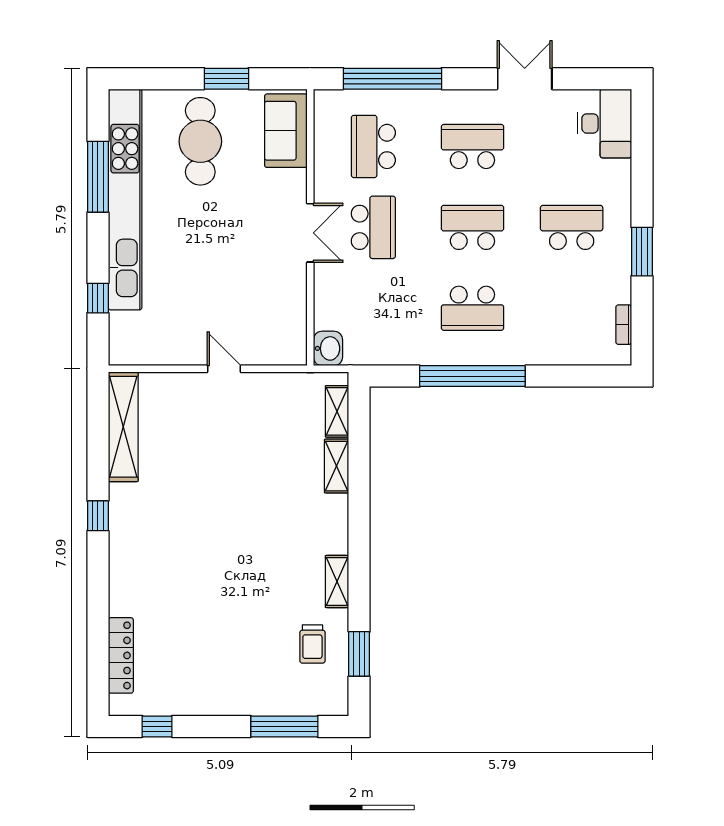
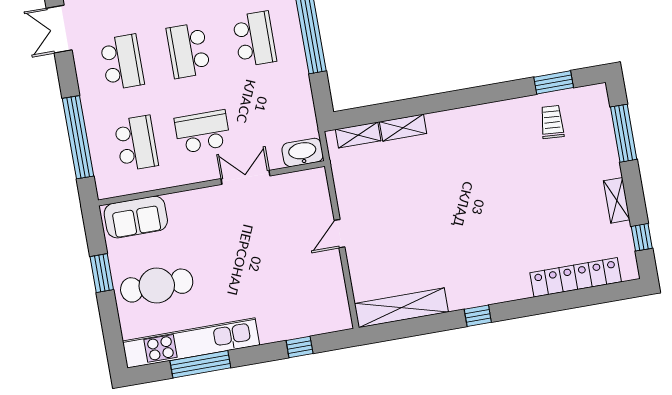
school desk: (373, 146) -> (136, 143), turned -90
school desk: (472, 146) -> (122, 62), turned 180
kitchen unit: (125, 199) -> (191, 343), width x0.73
double door: (310, 233) -> (246, 177), moved
washbasin: (328, 348) -> (303, 152), width x1.38
shelving: (337, 581) -> (617, 200), moved, turned 90
trolley: (312, 644) -> (552, 122), turned -86
locker: (121, 655) -> (576, 277), width x1.41, depth x1.21

